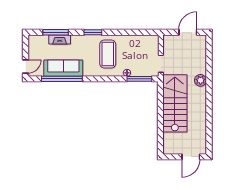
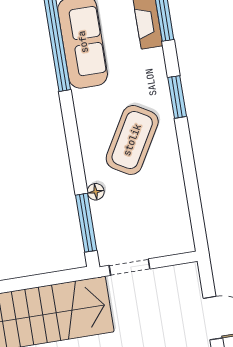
coffee table: (108, 54) -> (132, 140), turned -60

